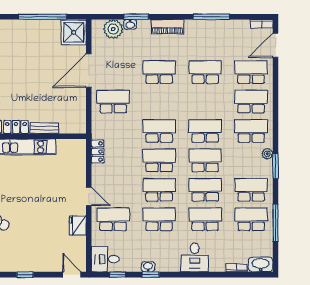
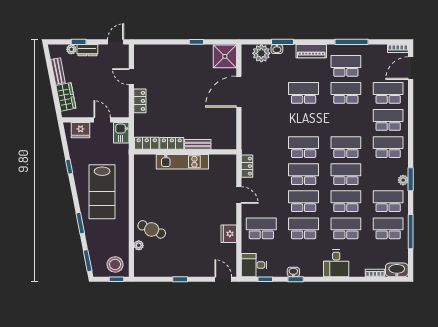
window: (43, 17) -> (196, 42), width x0.32
school desk: (113, 102) -> (346, 66), moved
plant: (267, 154) -> (403, 180), moved
door: (89, 196) -> (239, 195), moved

